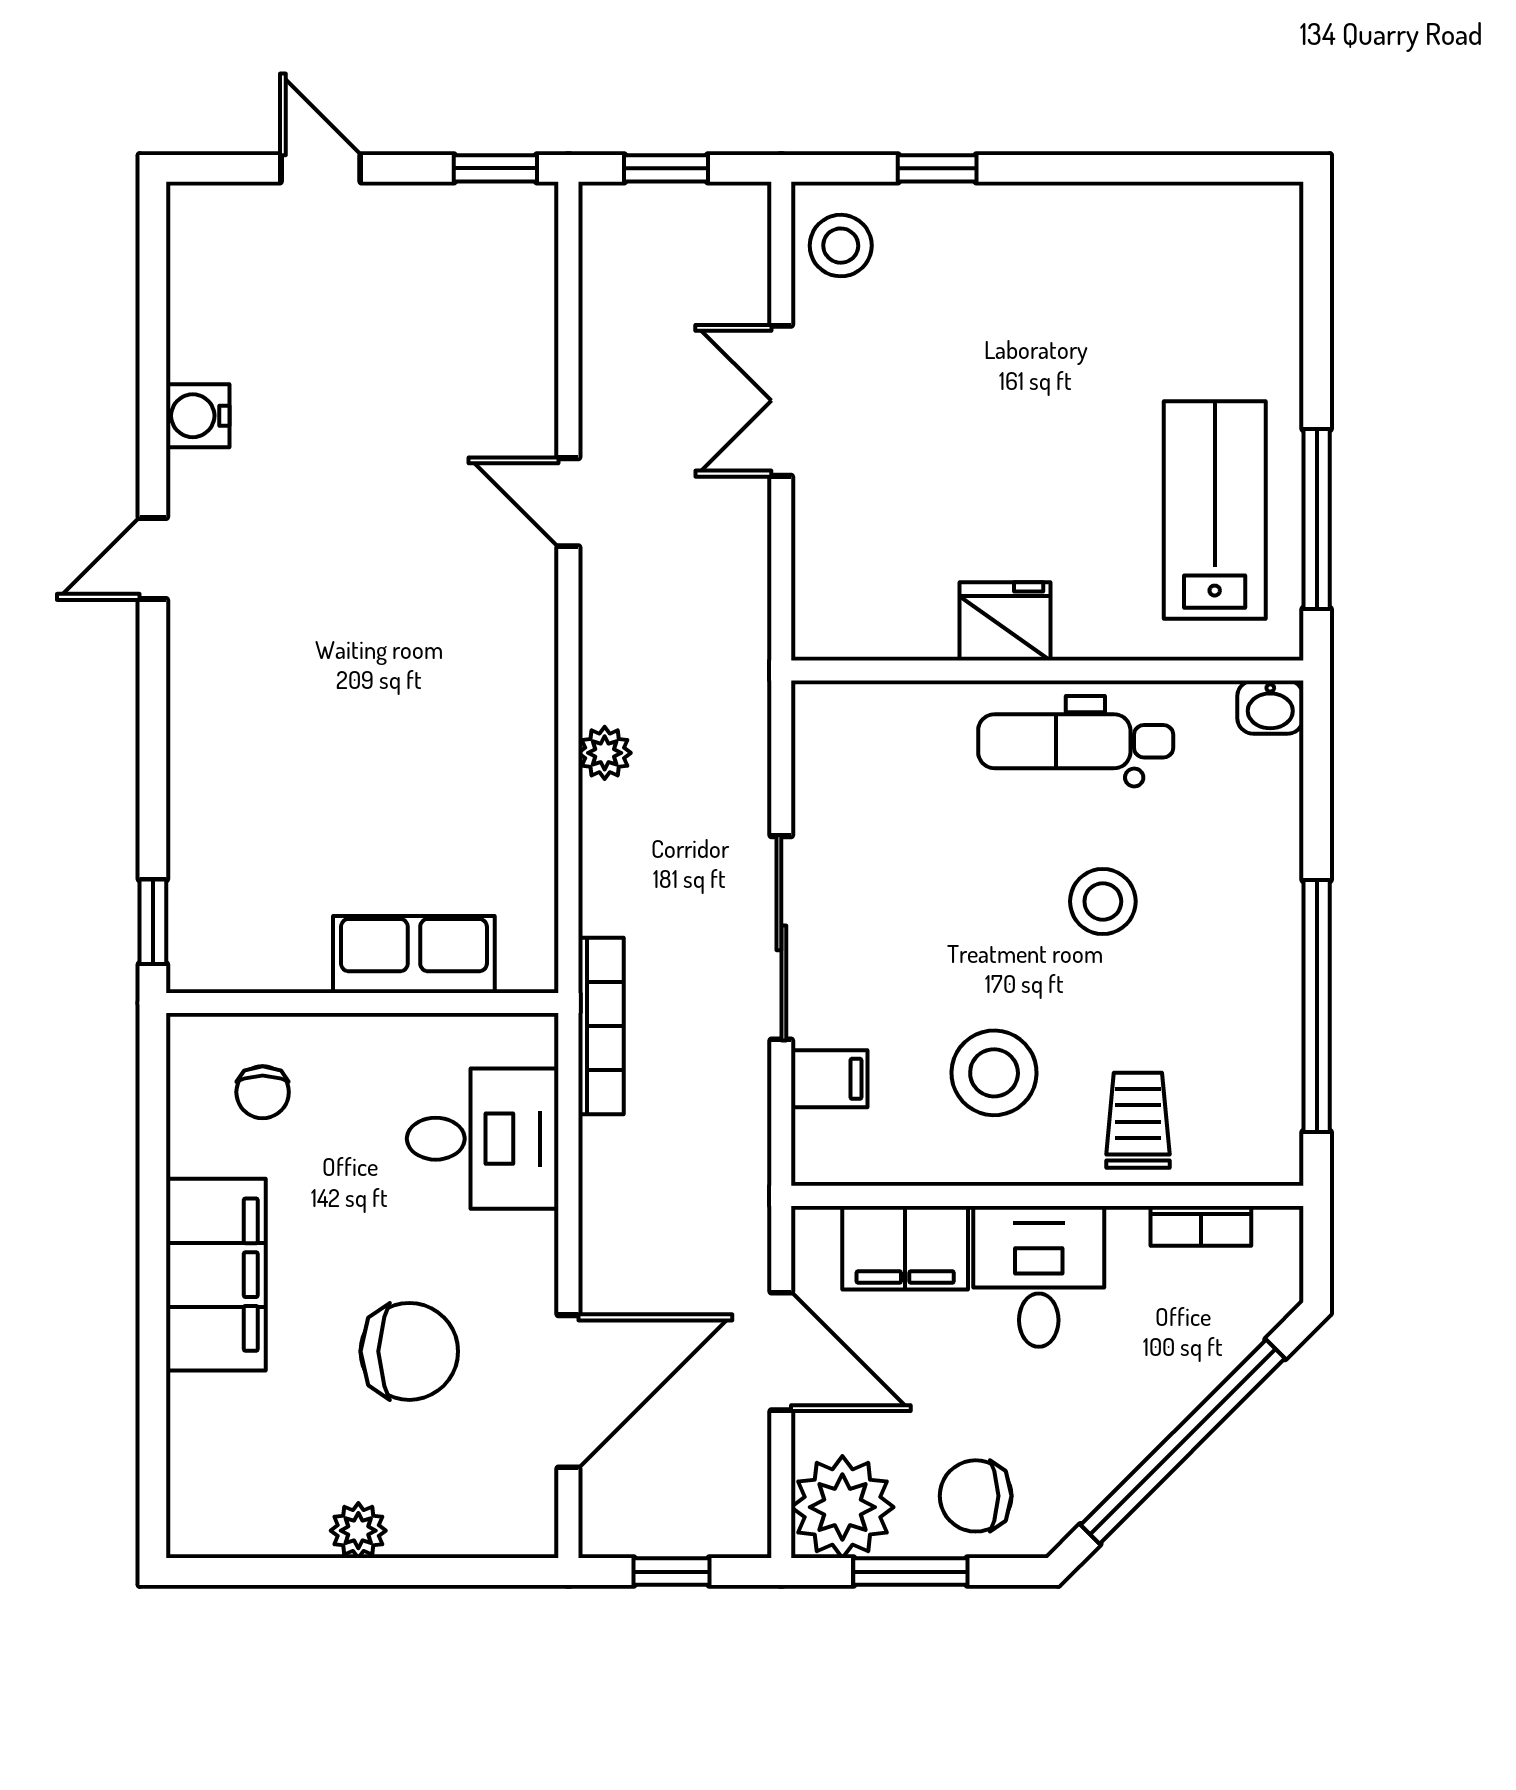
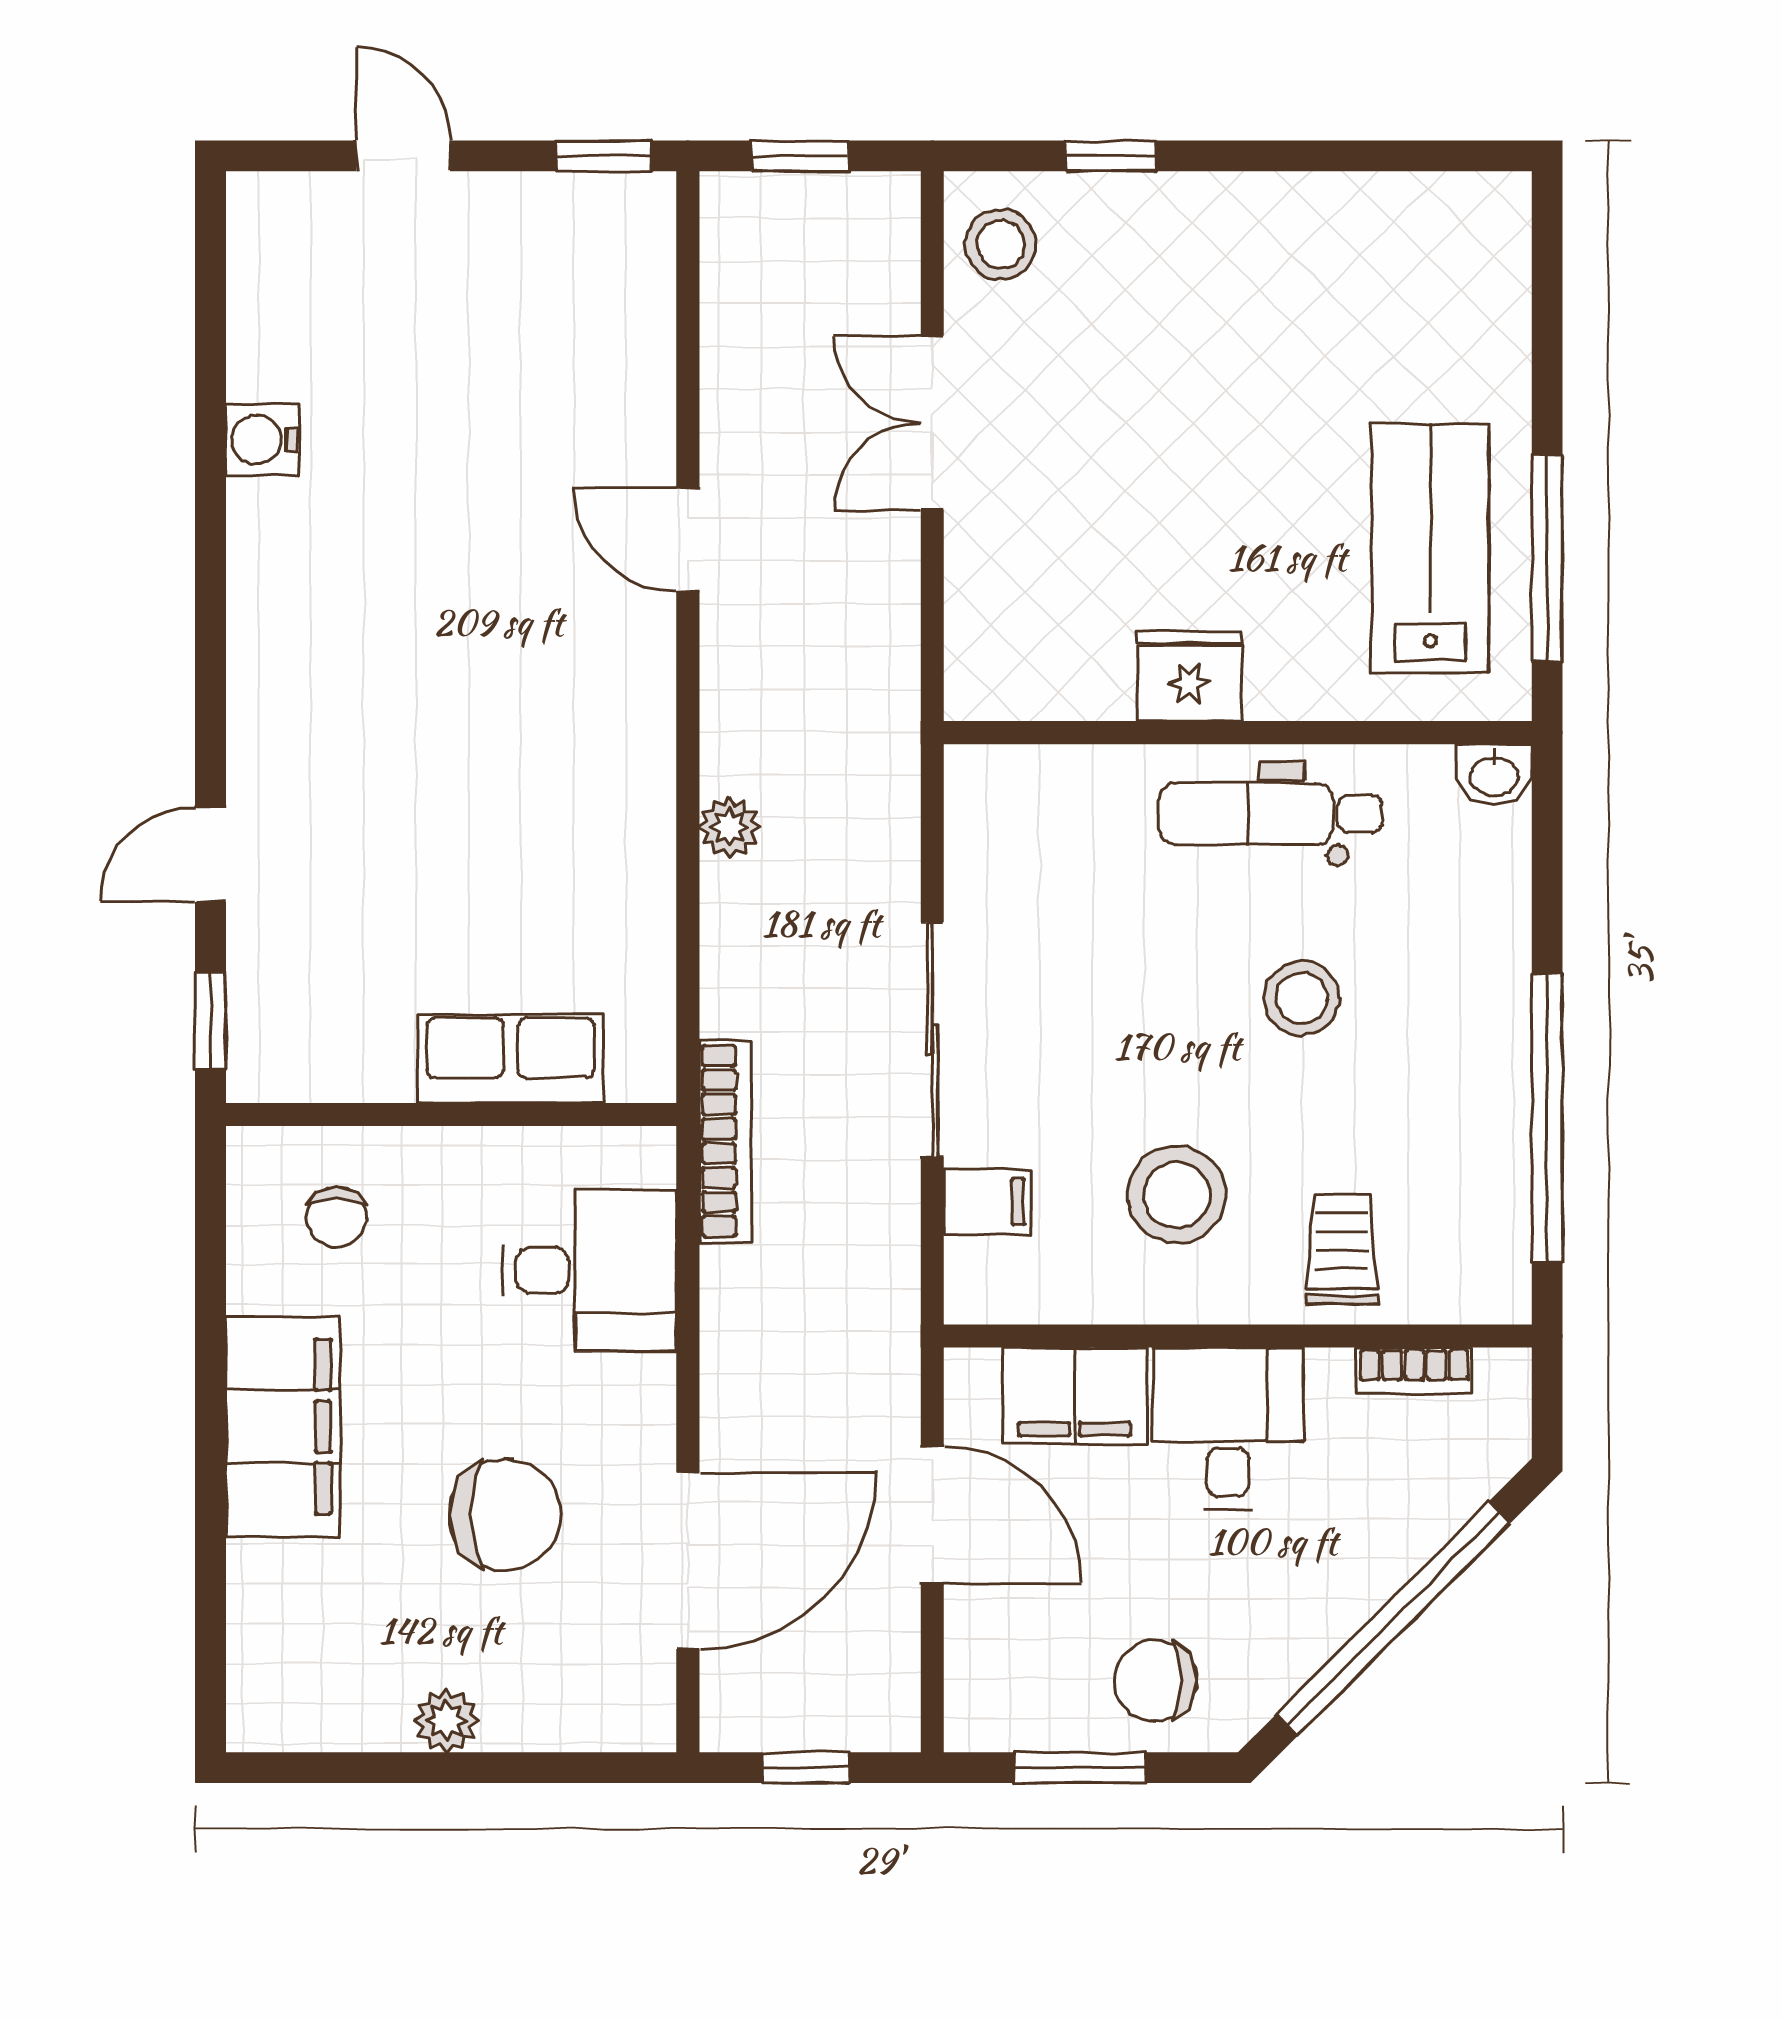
door: (153, 558) -> (210, 855), moved
plant: (842, 1507) -> (1003, 1693), removed

